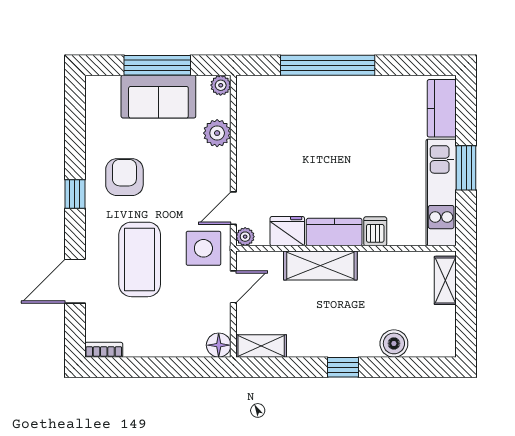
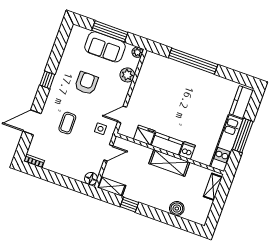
window: (466, 168) -> (243, 135), width x1.44
armchair: (124, 177) -> (86, 83), moved
plant: (245, 237) -> (123, 130), removed
side table: (203, 248) -> (100, 129), width x0.54, depth x0.54
coffee table: (140, 259) -> (67, 123), width x0.54, depth x0.58
shelving: (320, 266) -> (169, 163), moved
window: (343, 367) -> (129, 205), moved

